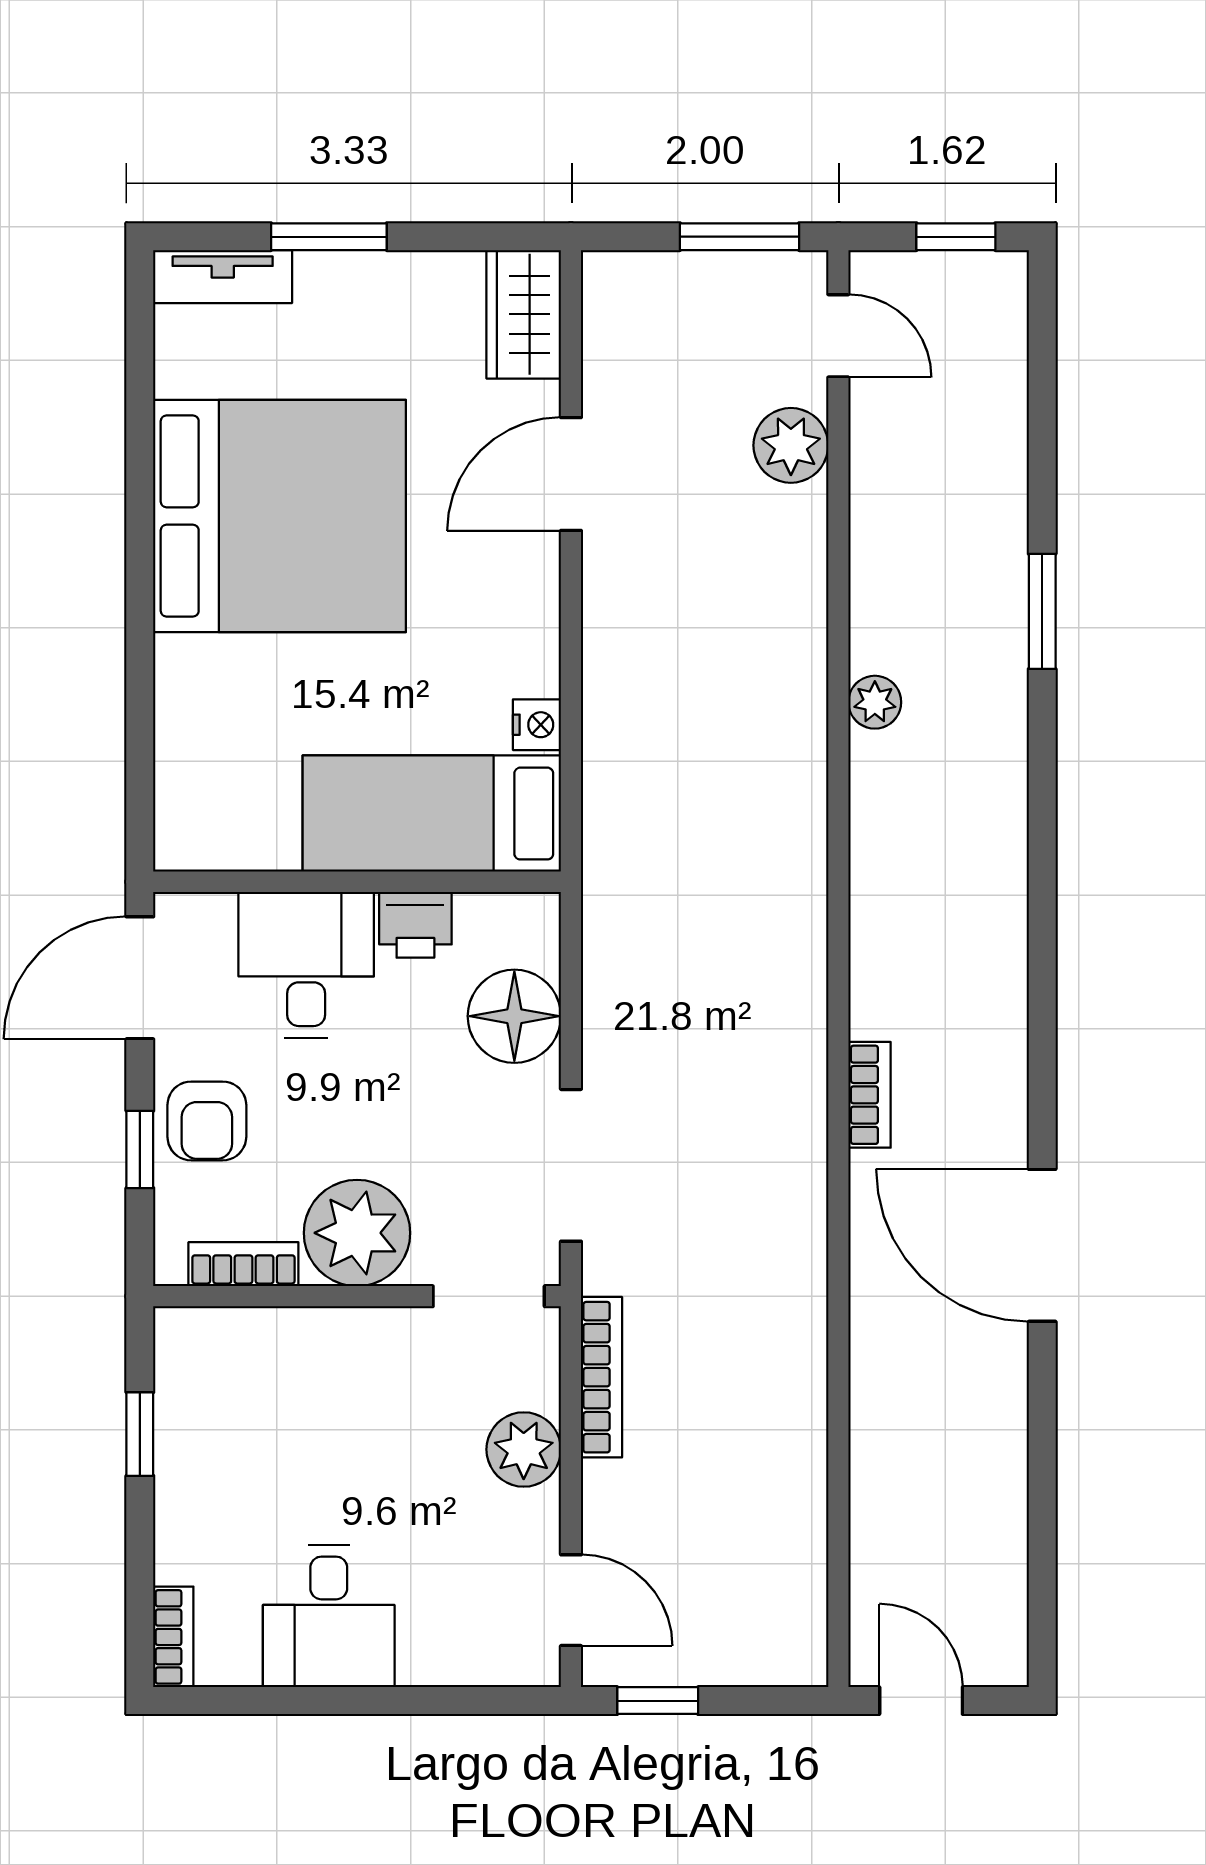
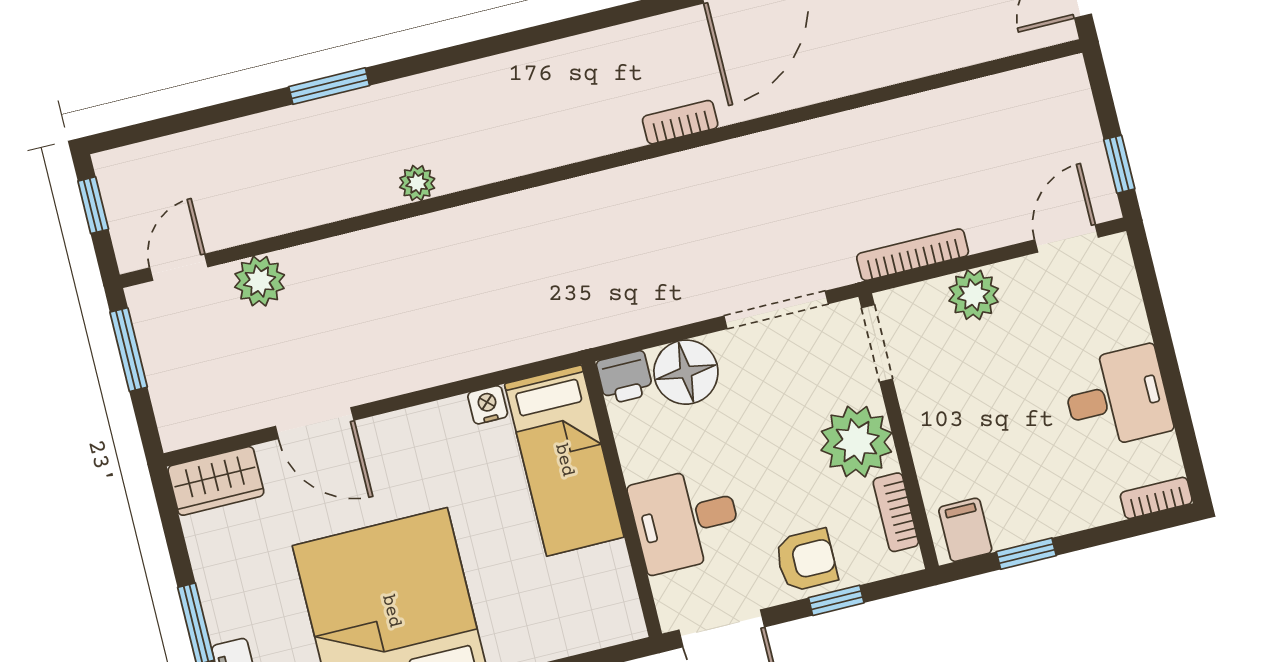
printer: (415, 925) -> (625, 377), moved, turned 90
filing cabinet: (194, 1356) -> (965, 530), added

